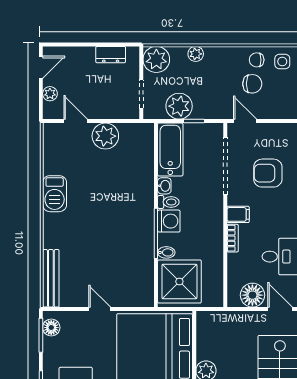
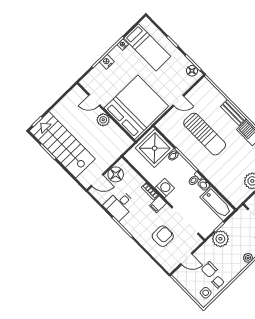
plant: (179, 106) -> (220, 239), moved
door: (245, 121) -> (186, 259), moved
washing machine: (169, 221) -> (165, 188), moved, turned 180
sun lounger: (107, 242) -> (205, 134), added
bench: (51, 278) -> (233, 113), moved, width x0.73

